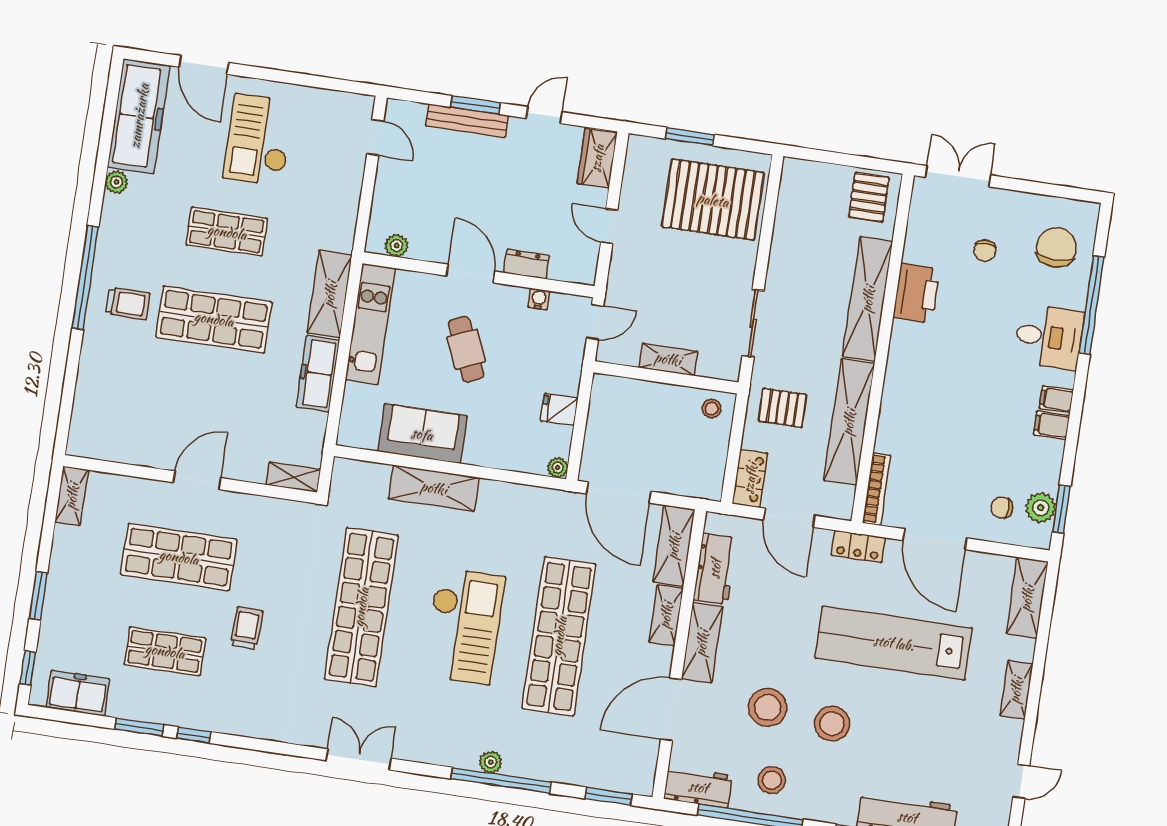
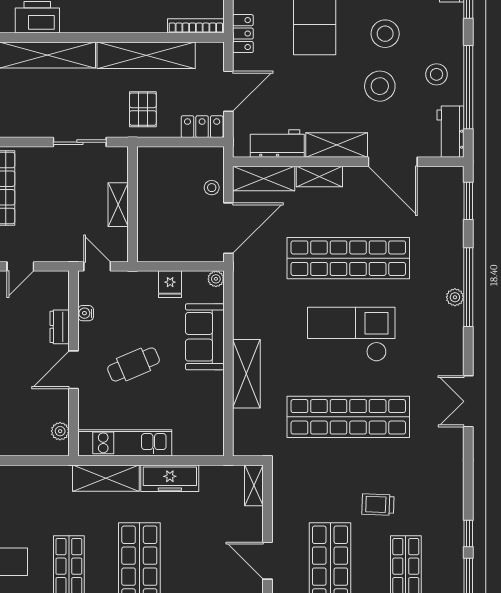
stool: (712, 409) -> (212, 188), moved
sofa: (422, 434) -> (205, 337), moved

